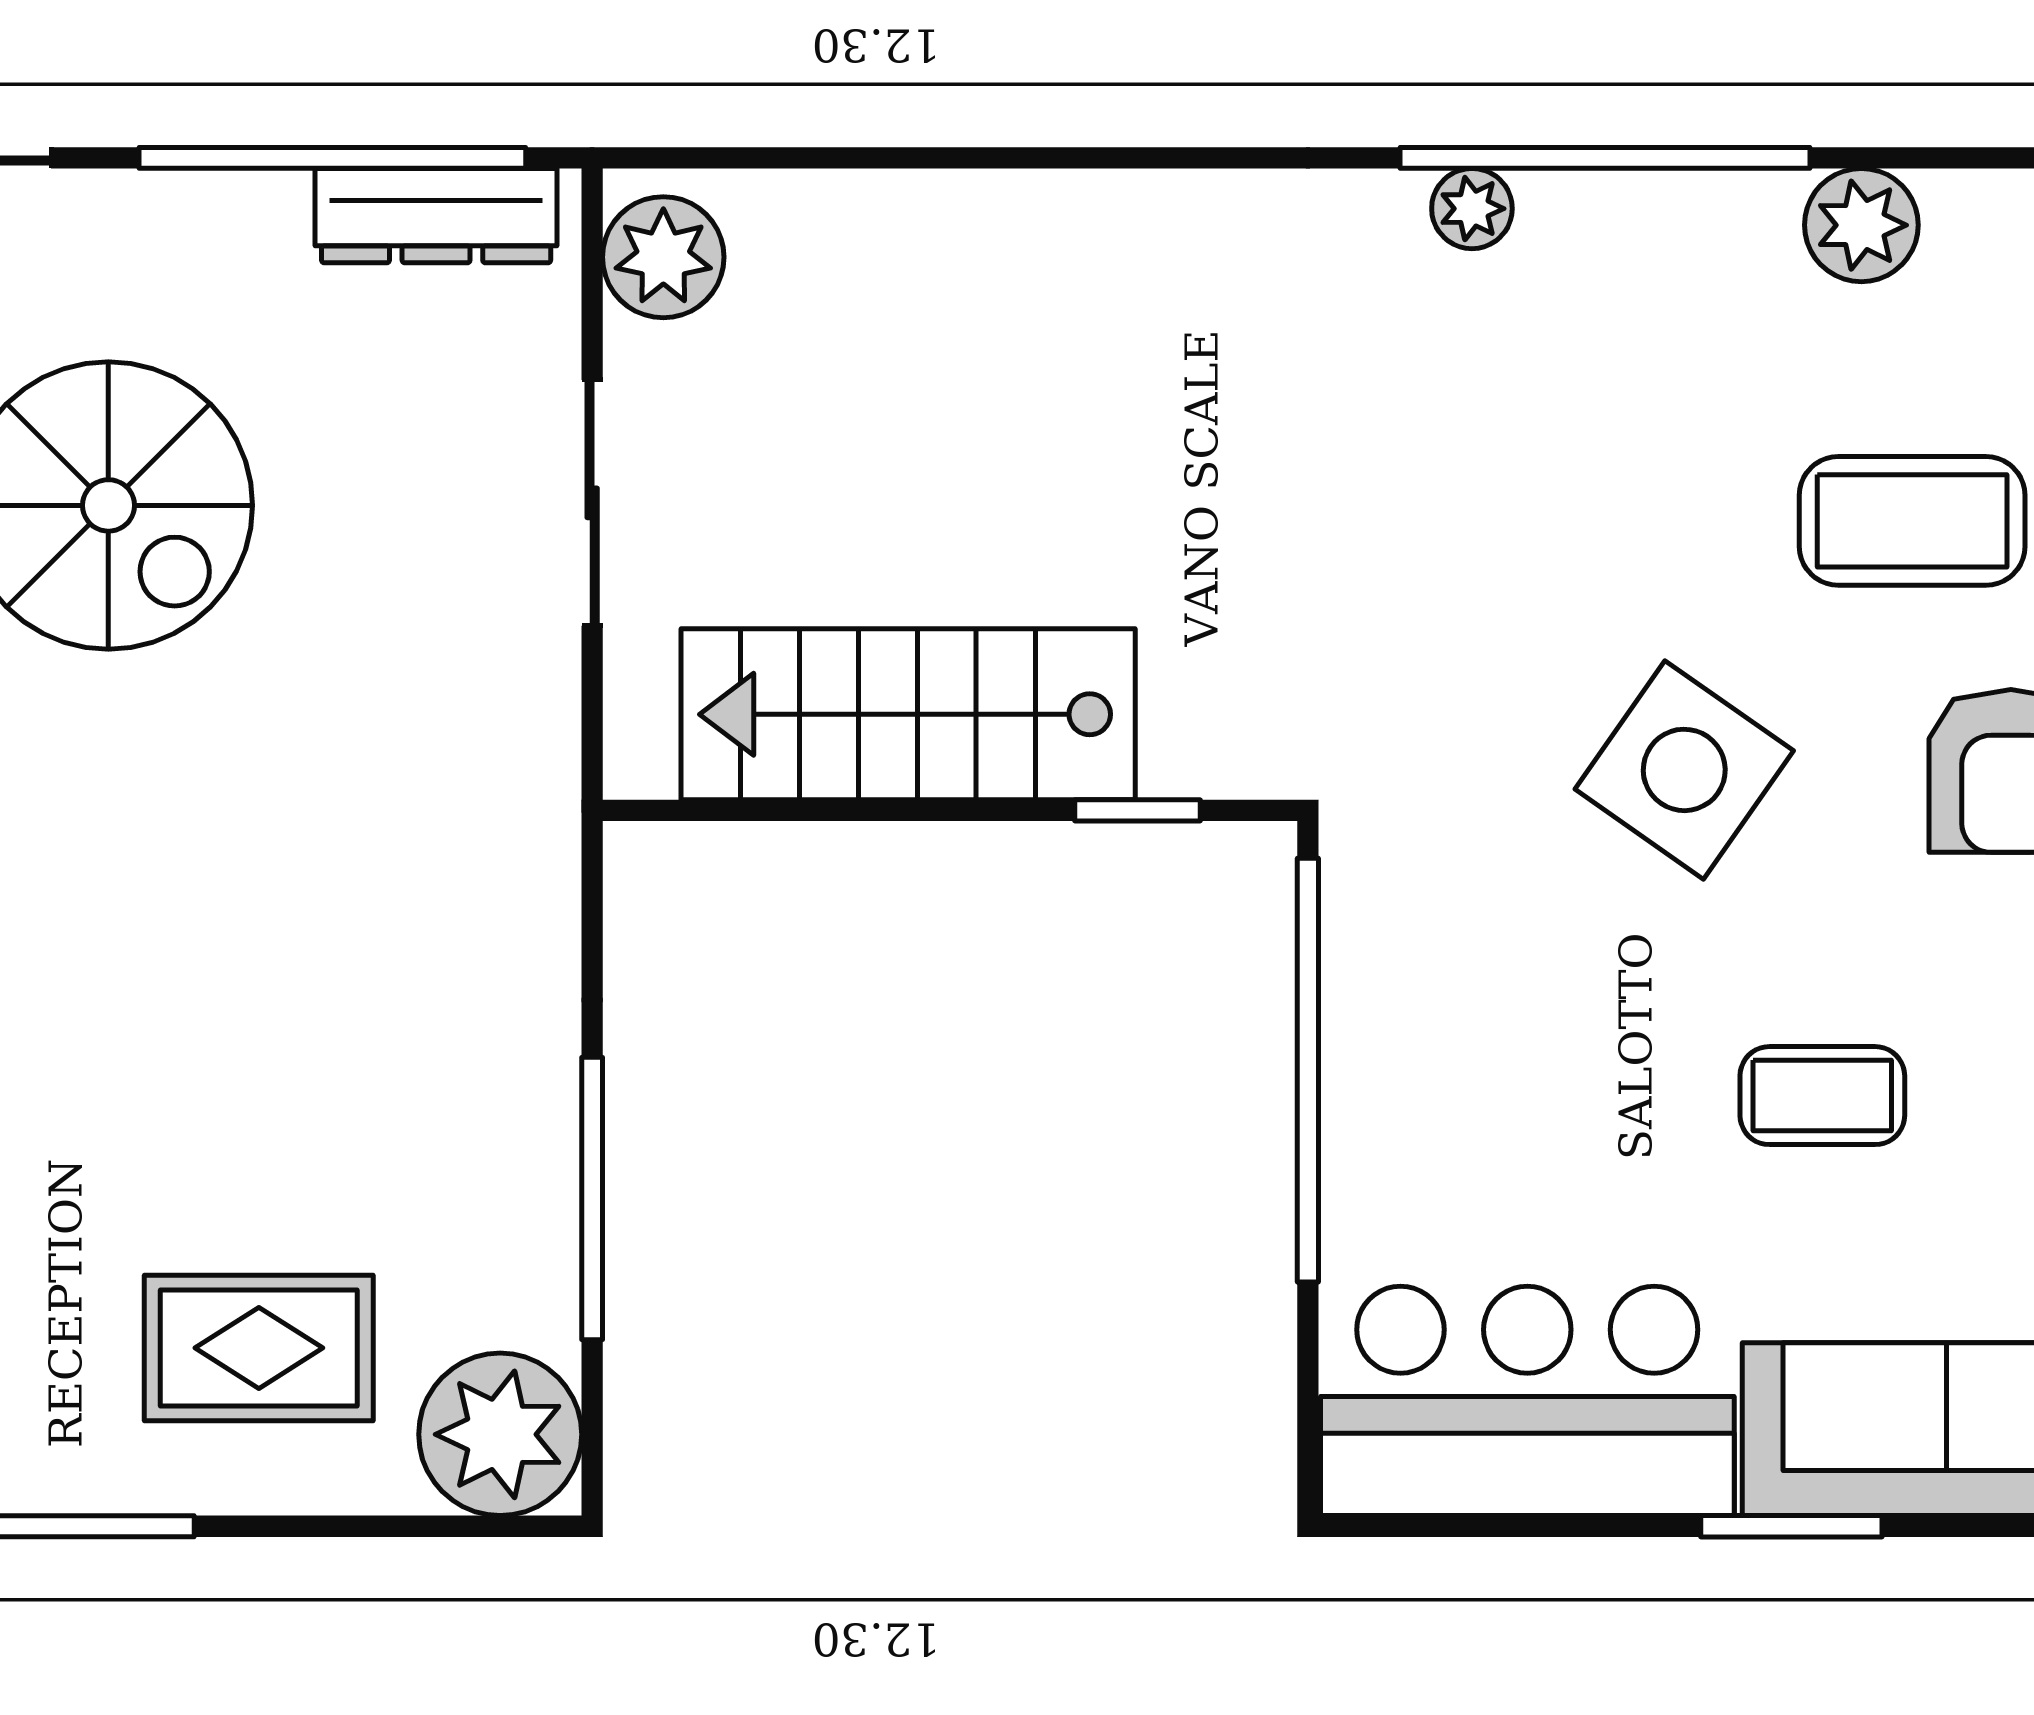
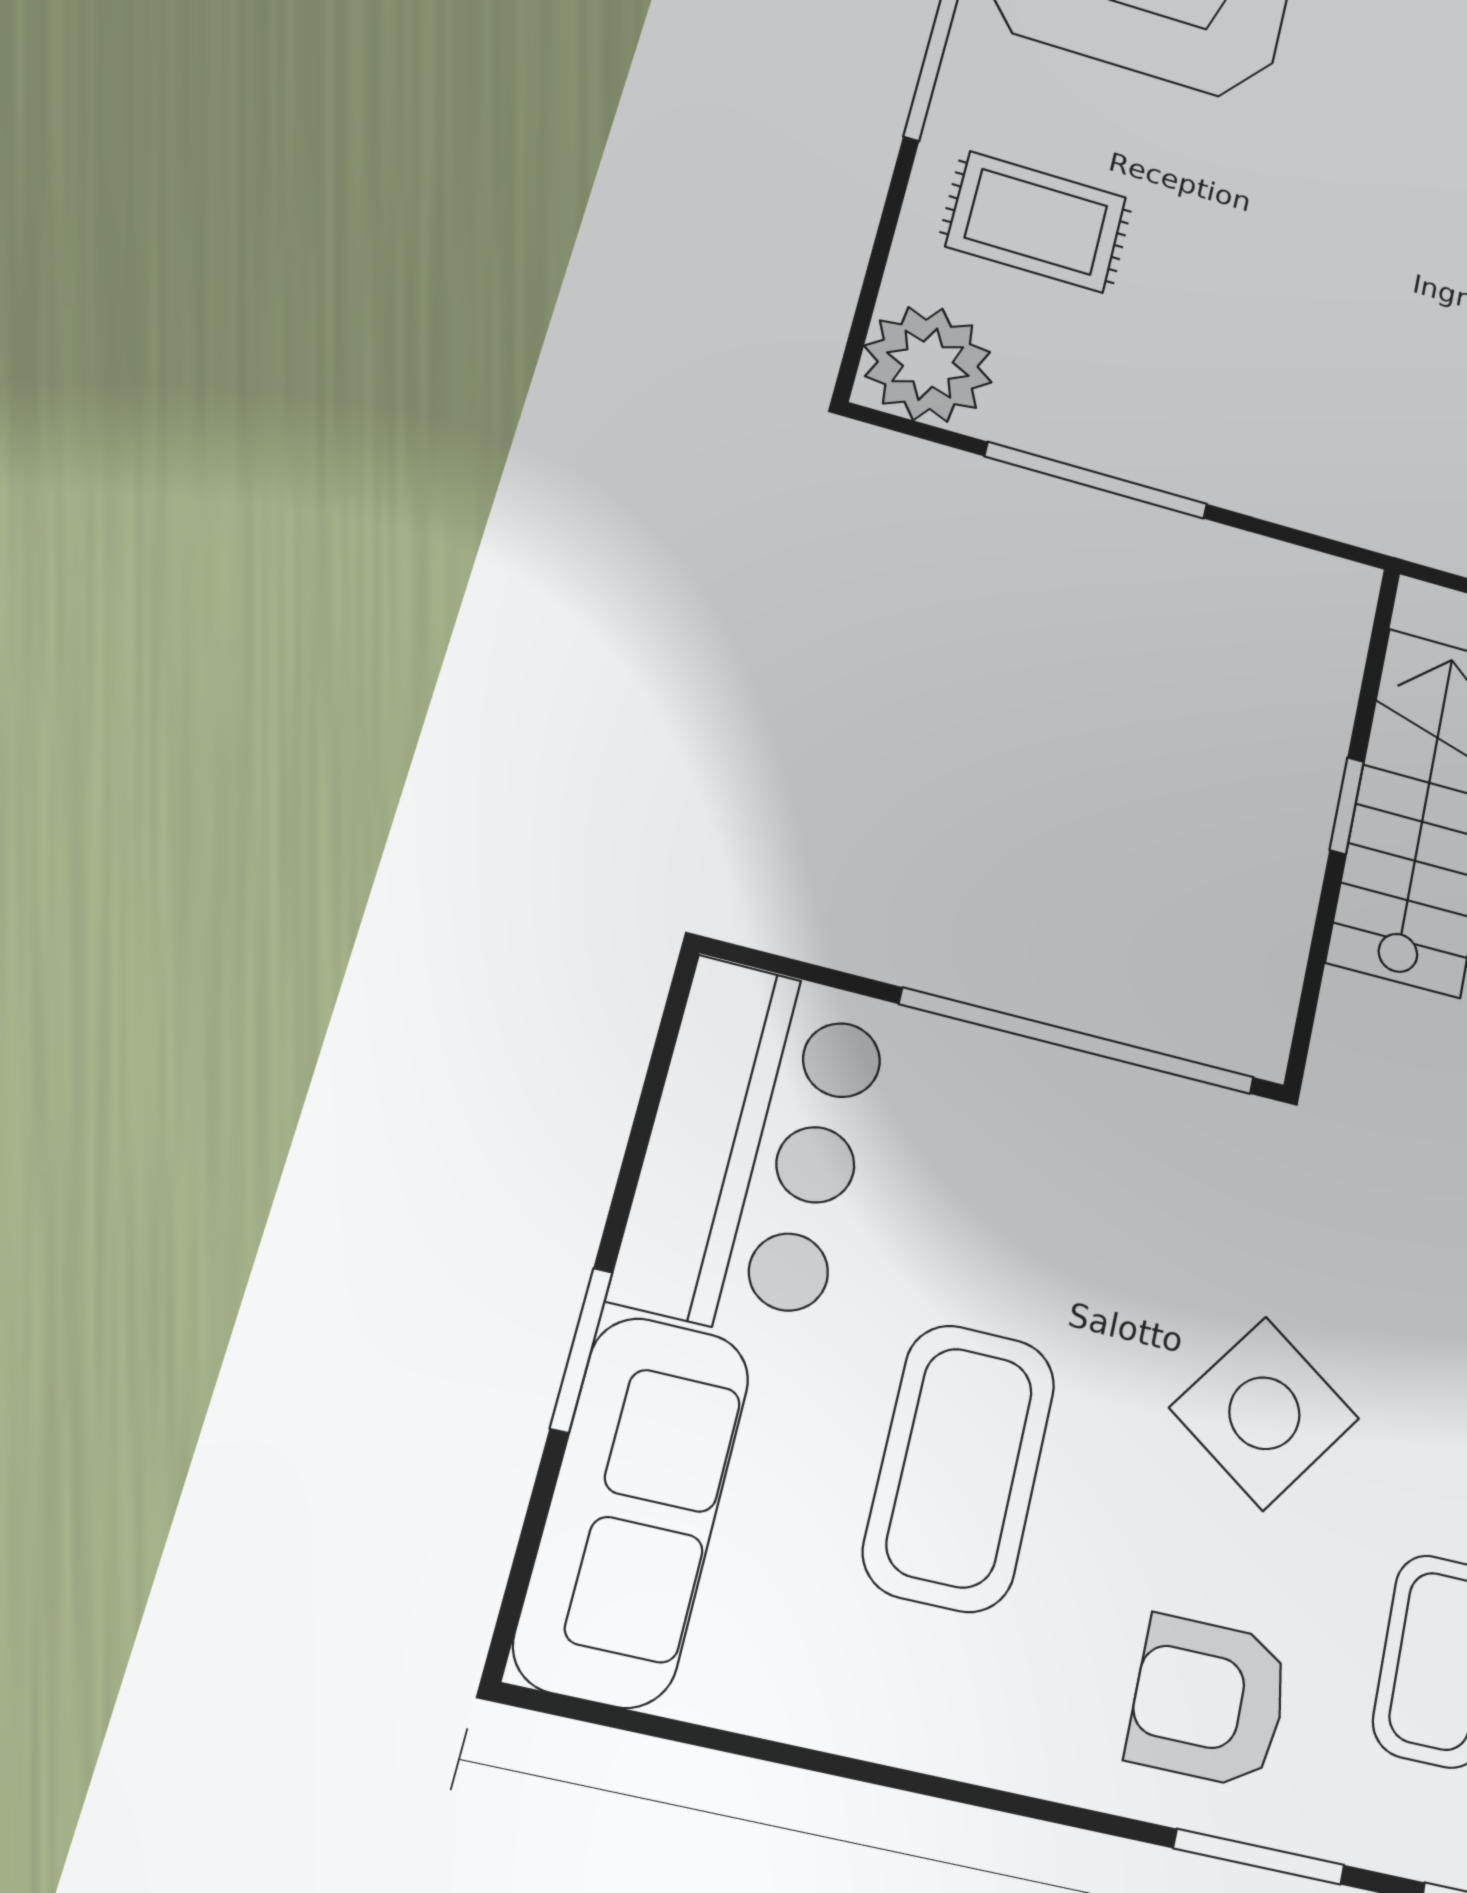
window: (1138, 810) -> (1347, 806), moved
coffee table: (1822, 1096) -> (960, 1467), width x1.86, depth x1.72
rug: (259, 1348) -> (1036, 222), turned 90

